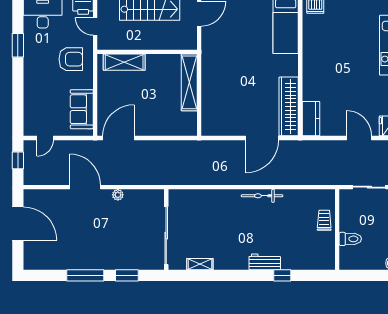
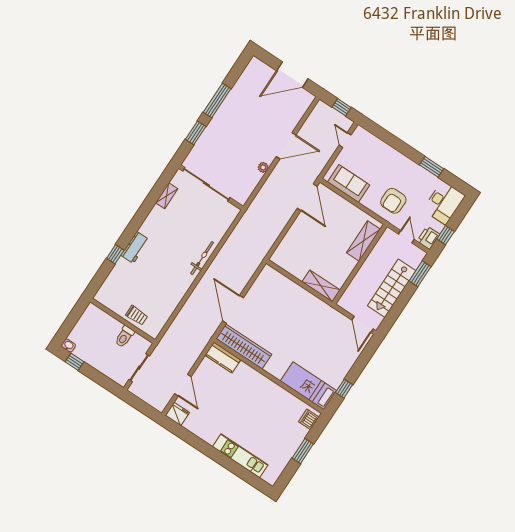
door: (95, 26) -> (406, 237), hinge flipped
shelving: (189, 82) -> (321, 286), width x0.68
door: (359, 138) -> (183, 385), hinge flipped
bicycle: (262, 196) -> (202, 258), moved
toilet: (350, 239) -> (124, 337), moved

